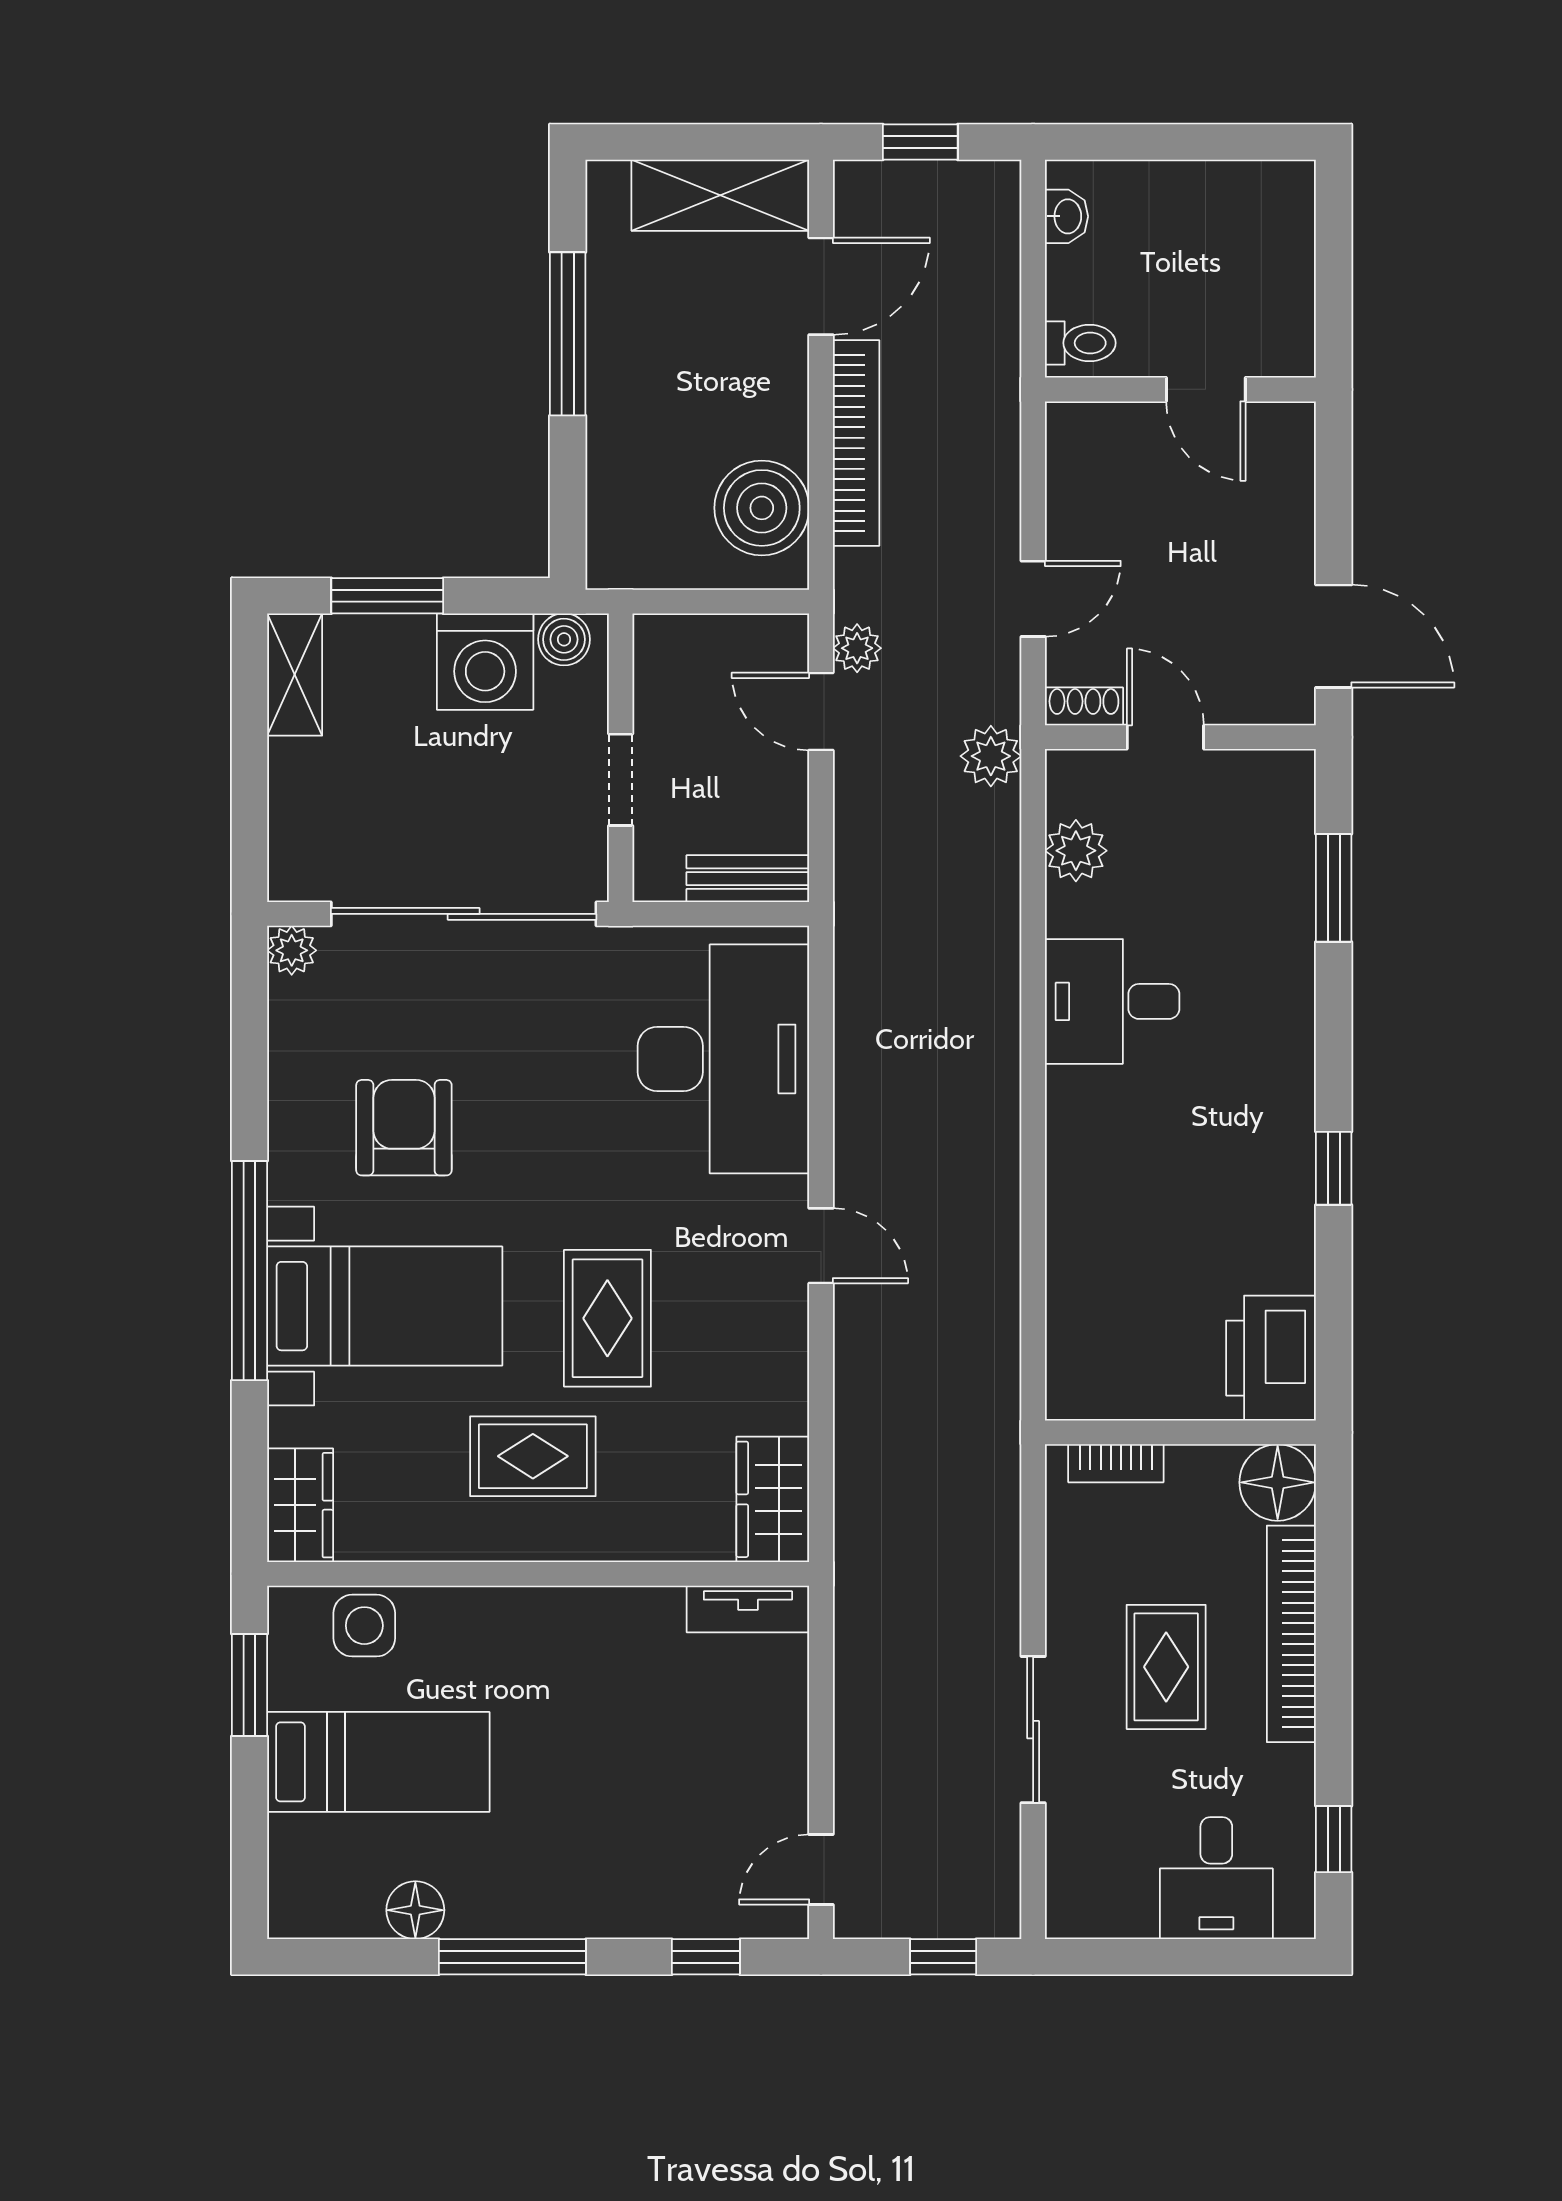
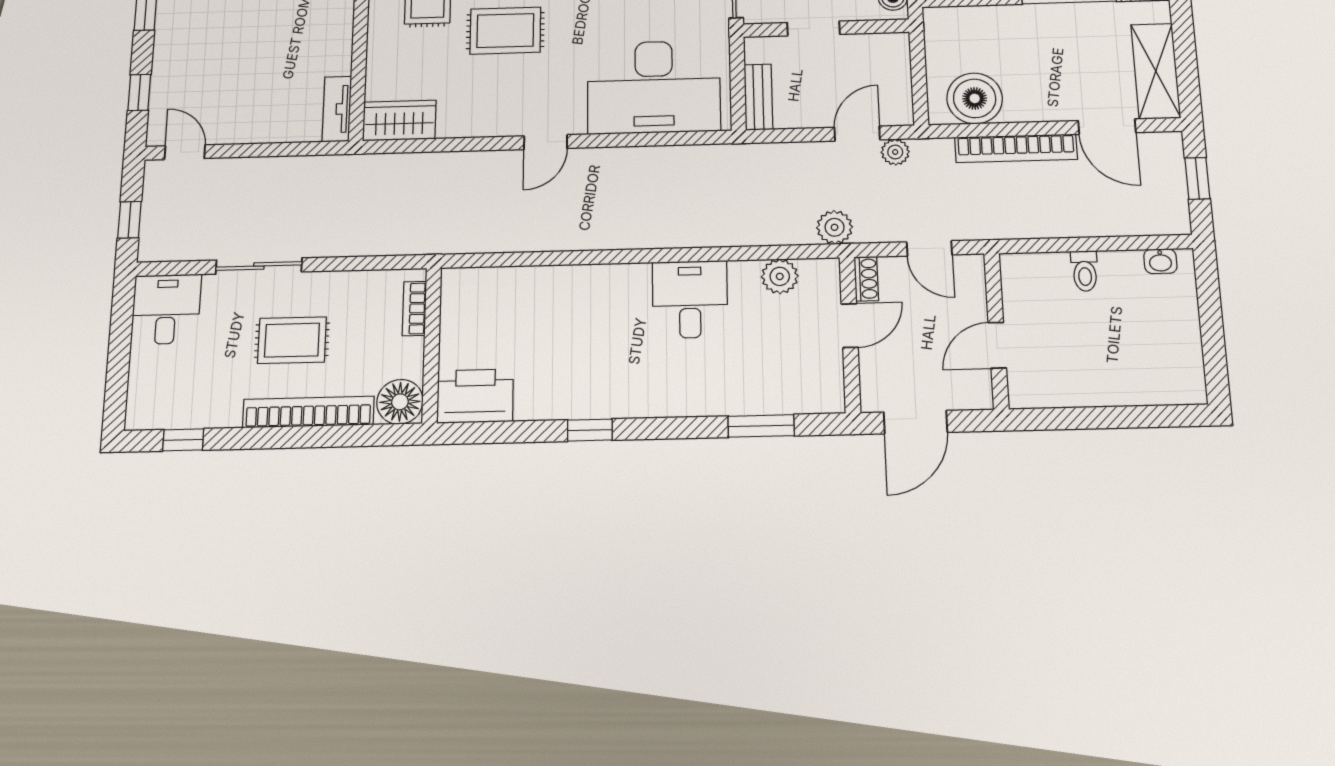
wall: (1180, 389) -> (996, 331), moved
door: (1206, 389) -> (997, 345), moved
desk: (1216, 1878) -> (166, 309), moved, turned 90

